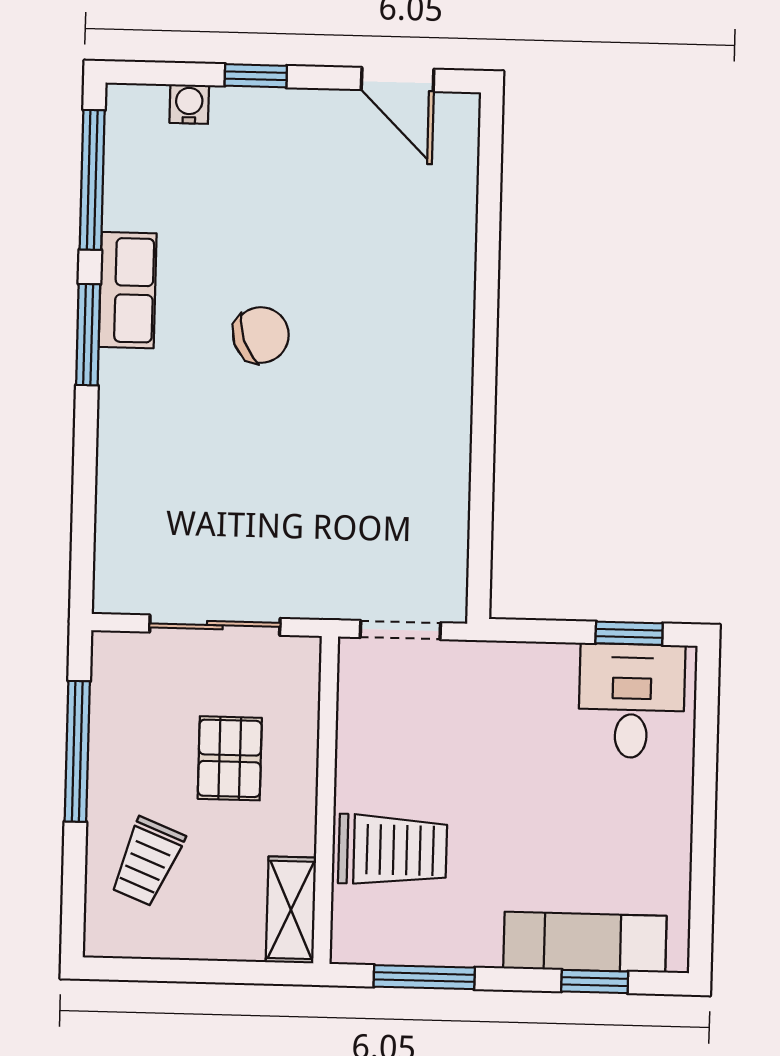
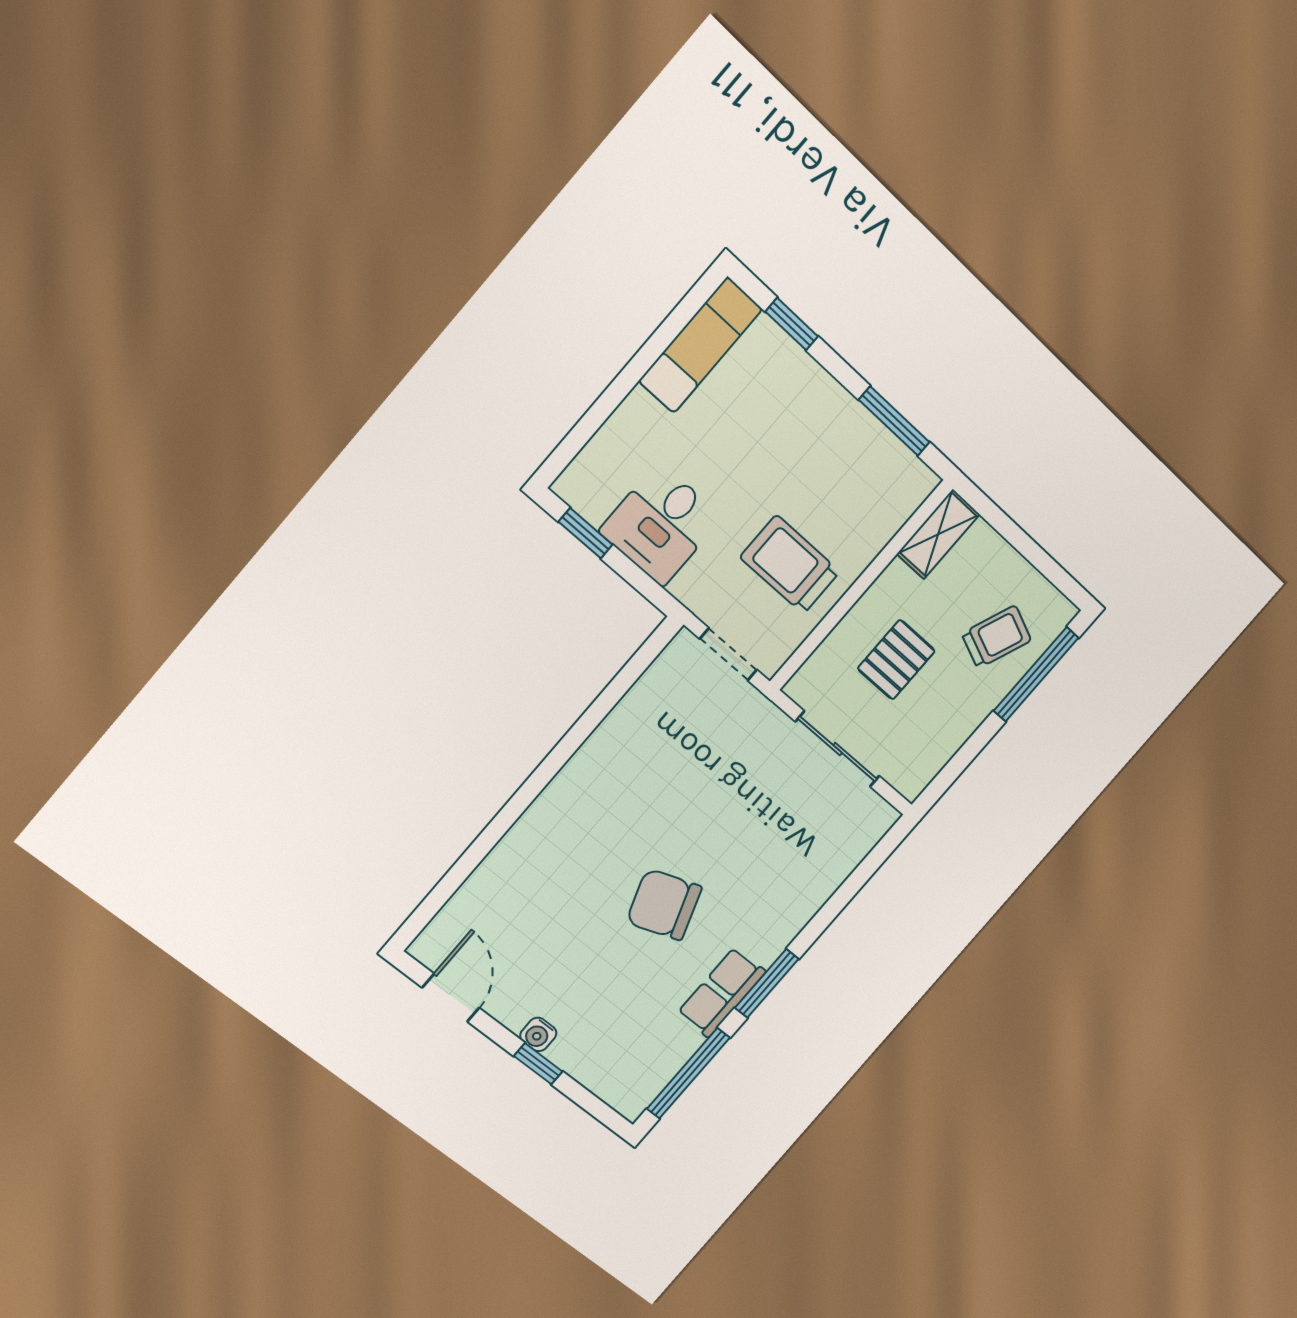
water cooler: (189, 104) -> (538, 1034), moved
chair: (261, 335) -> (664, 905), width x1.37, depth x1.37
desk: (632, 701) -> (661, 524), moved
window: (77, 751) -> (1036, 674), moved
trolley: (393, 850) -> (790, 565), moved
exam couch: (585, 942) -> (700, 345), moved, turned -90

